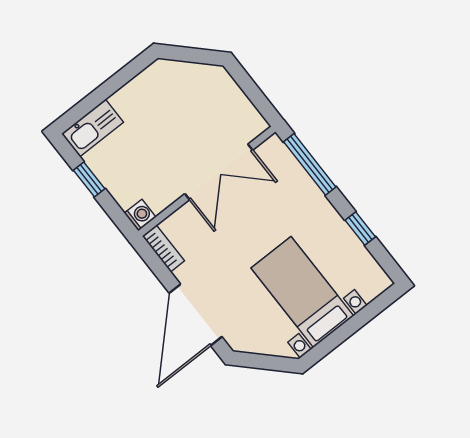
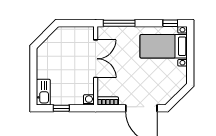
window: (360, 228) -> (170, 23), moved
bed with nightstands: (302, 292) -> (164, 46), moved

